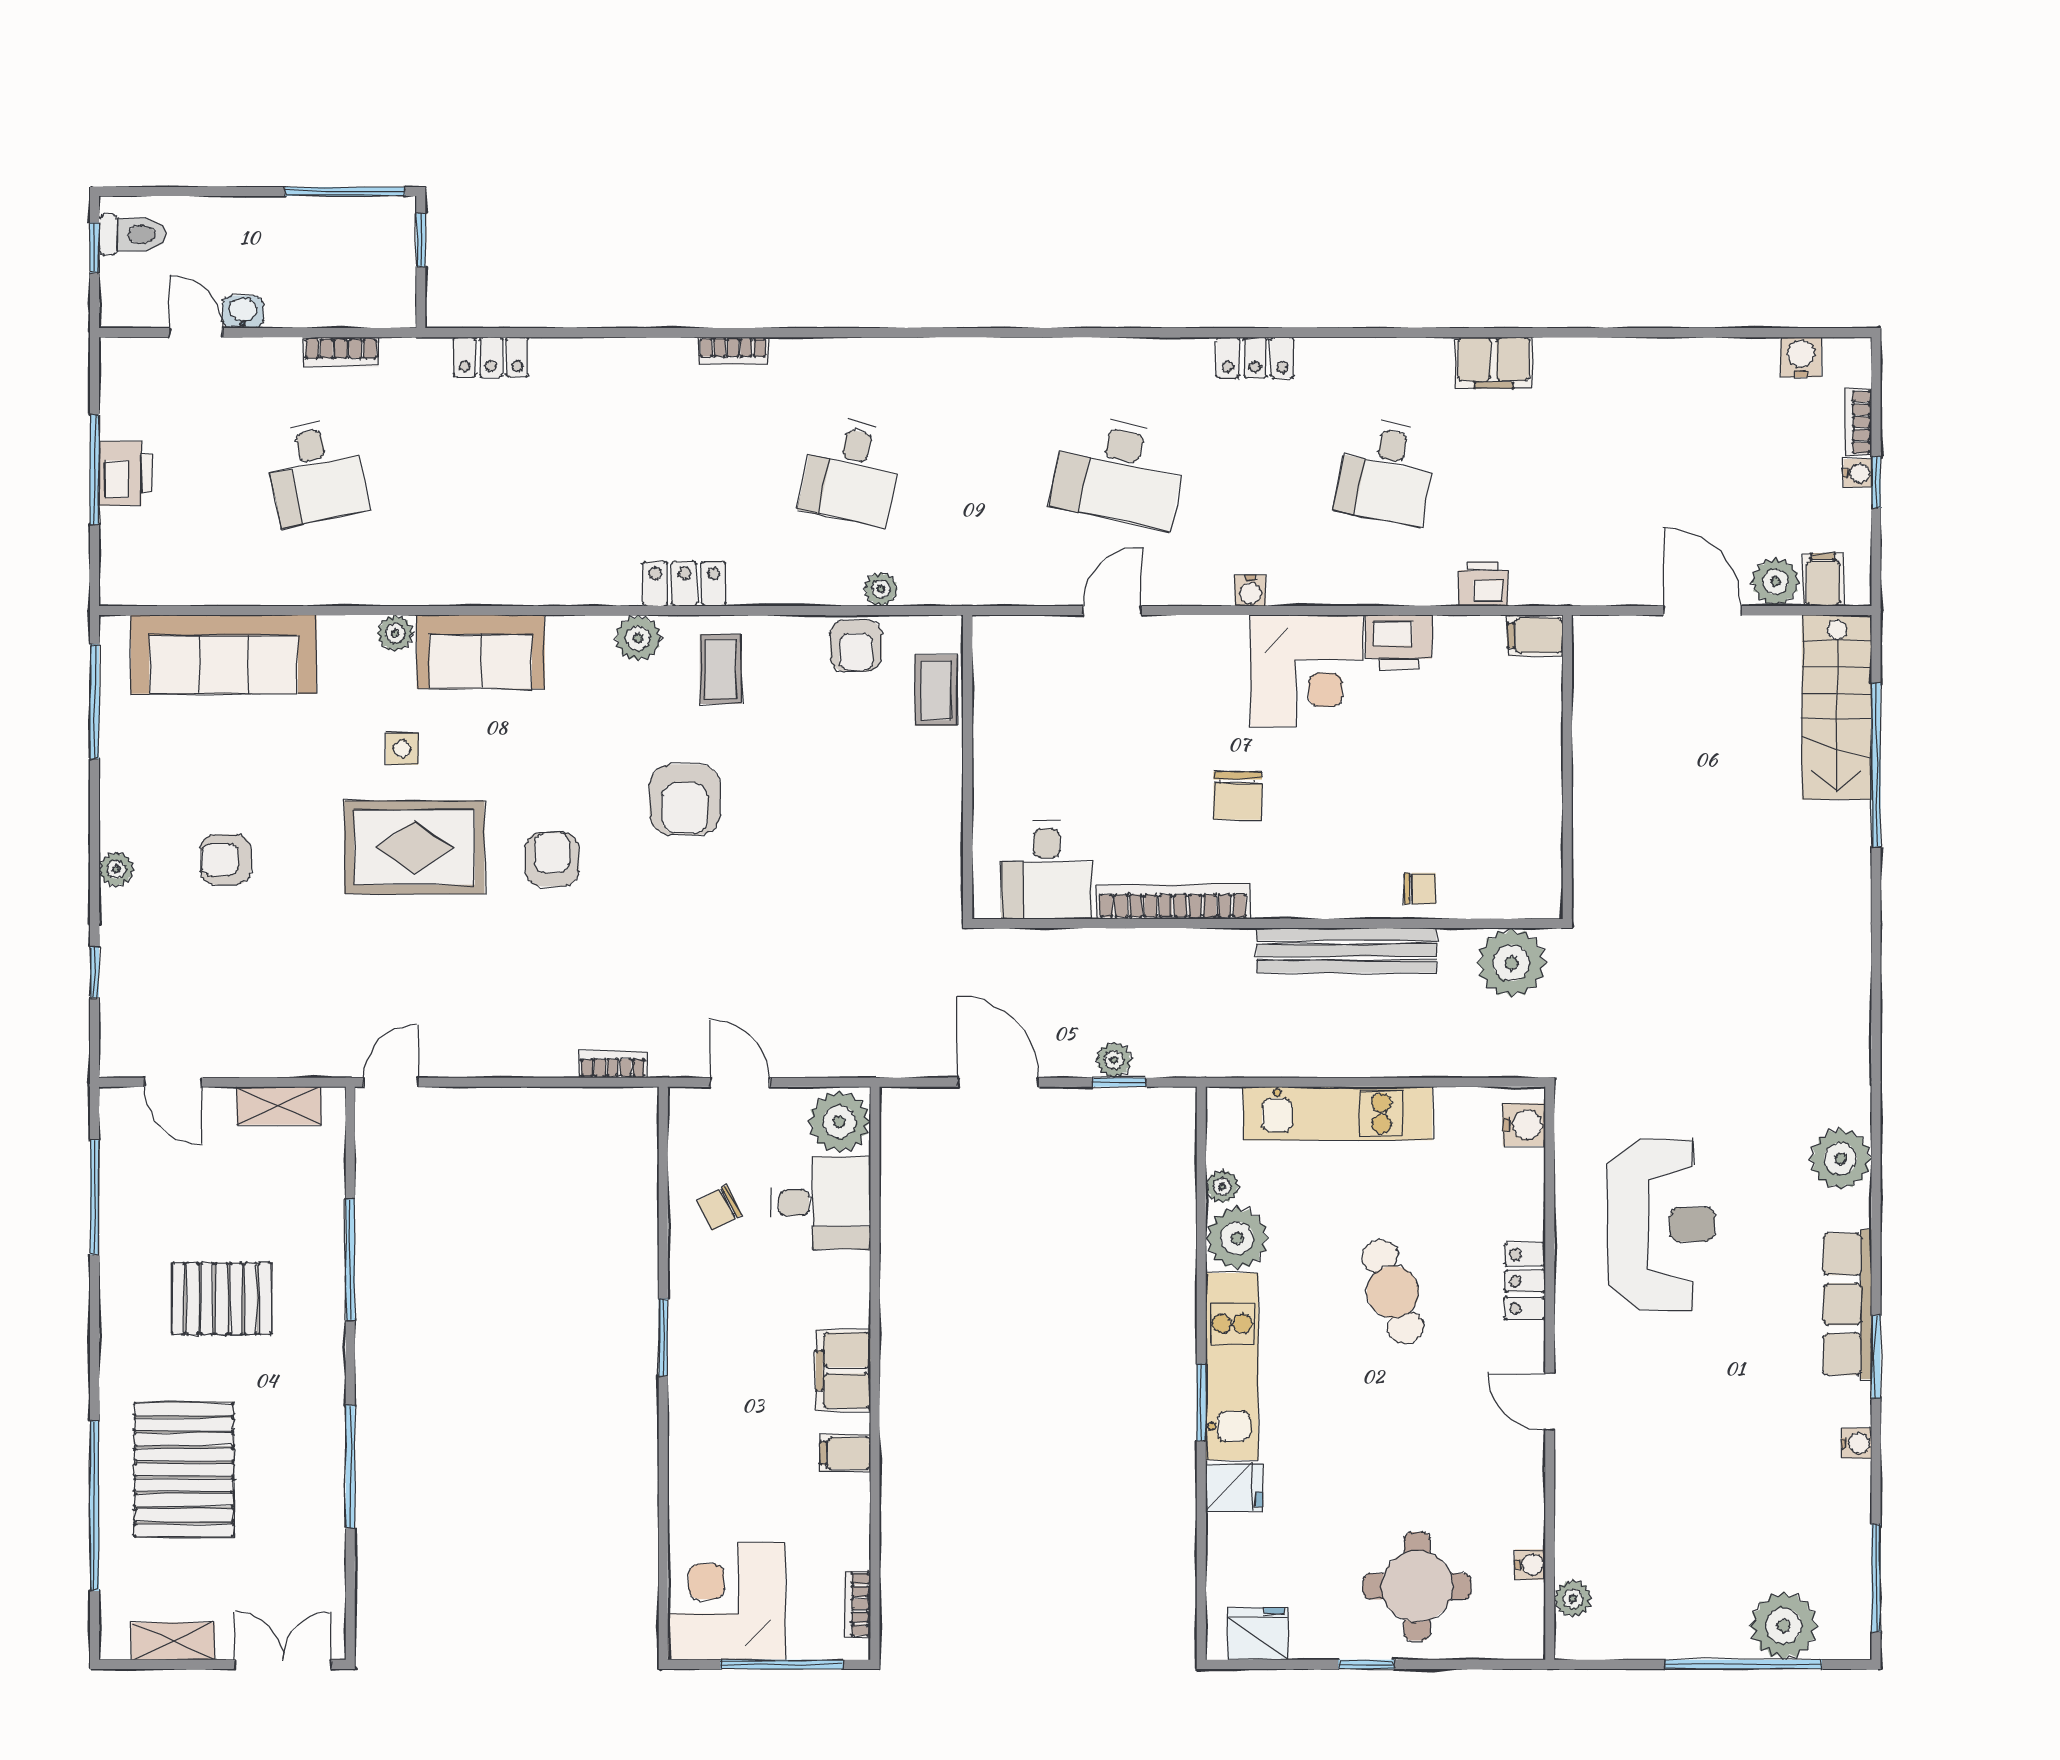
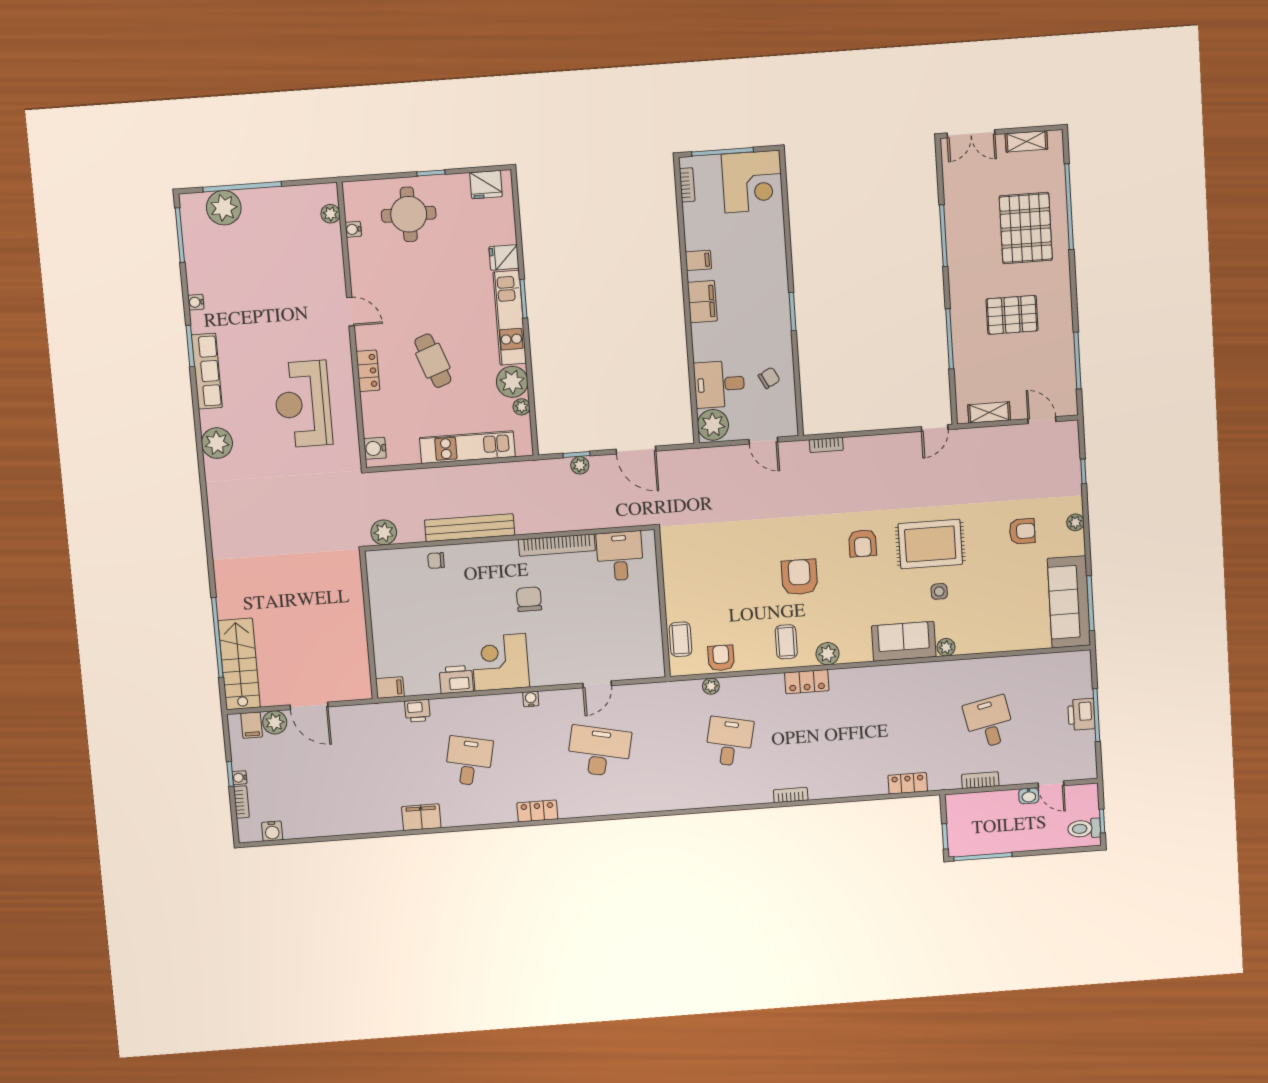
sofa: (224, 654) -> (1069, 602), moved, turned -90
plant: (1511, 963) -> (384, 532), width x0.73, depth x0.73

